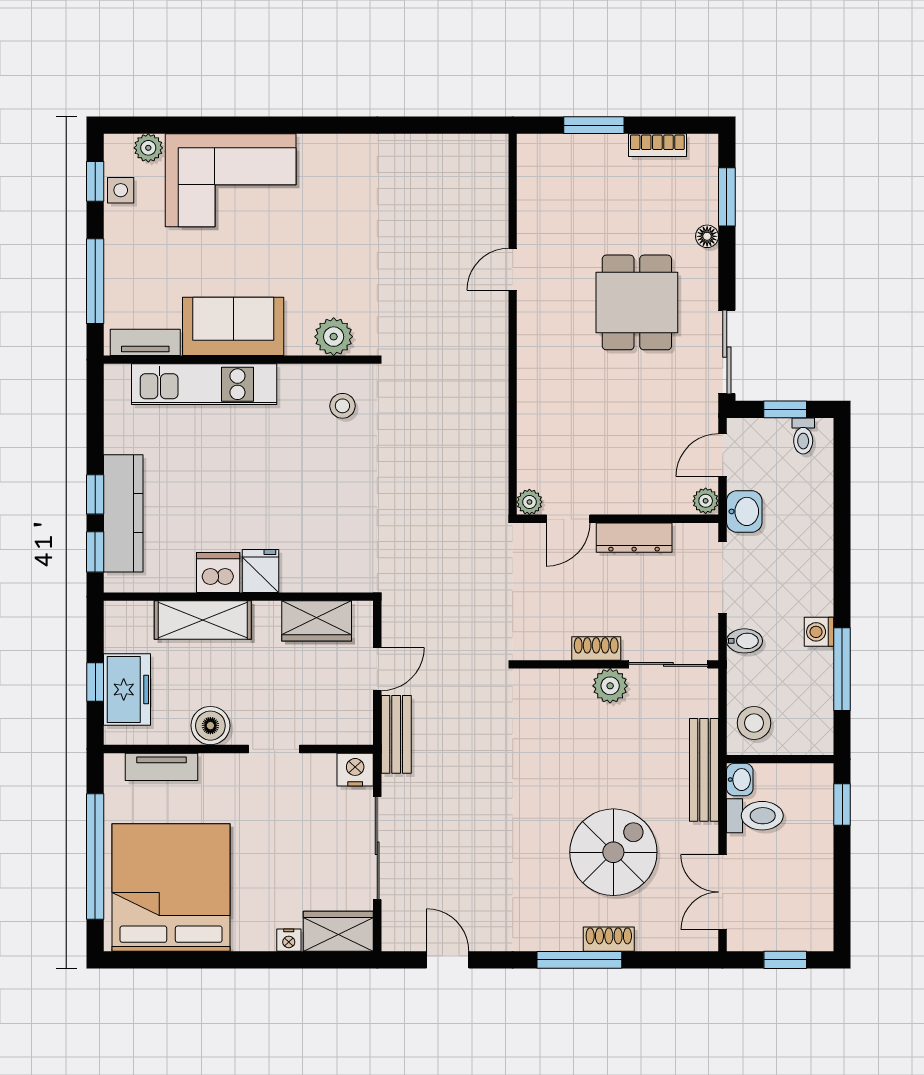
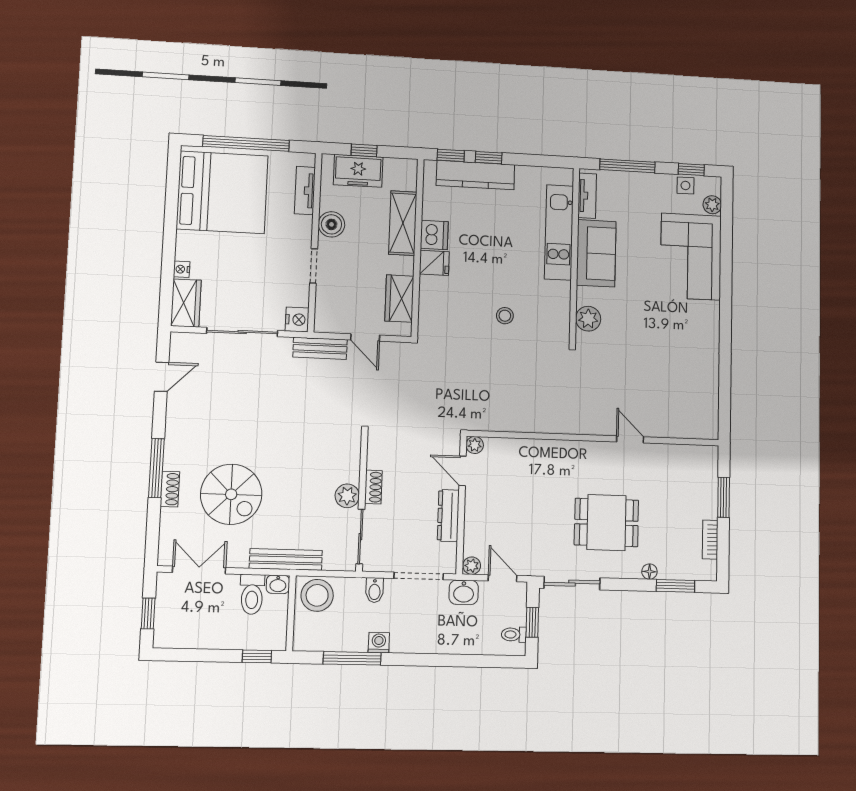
stool: (342, 406) -> (505, 316), moved
stool: (754, 723) -> (317, 595), width x1.38, depth x1.38

